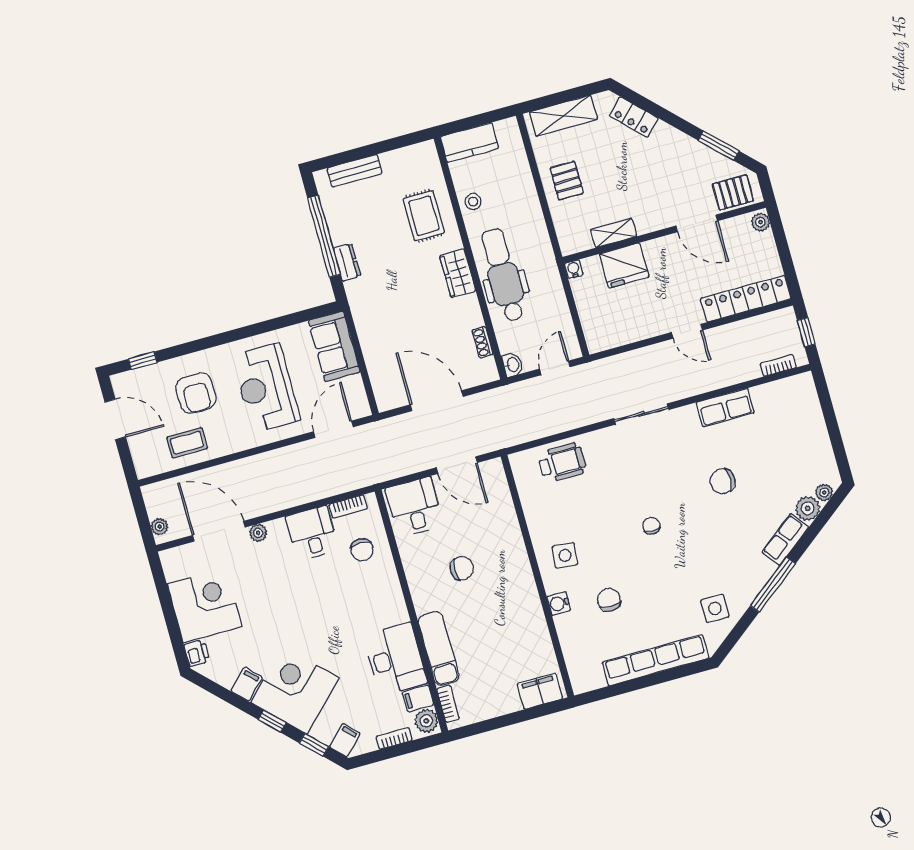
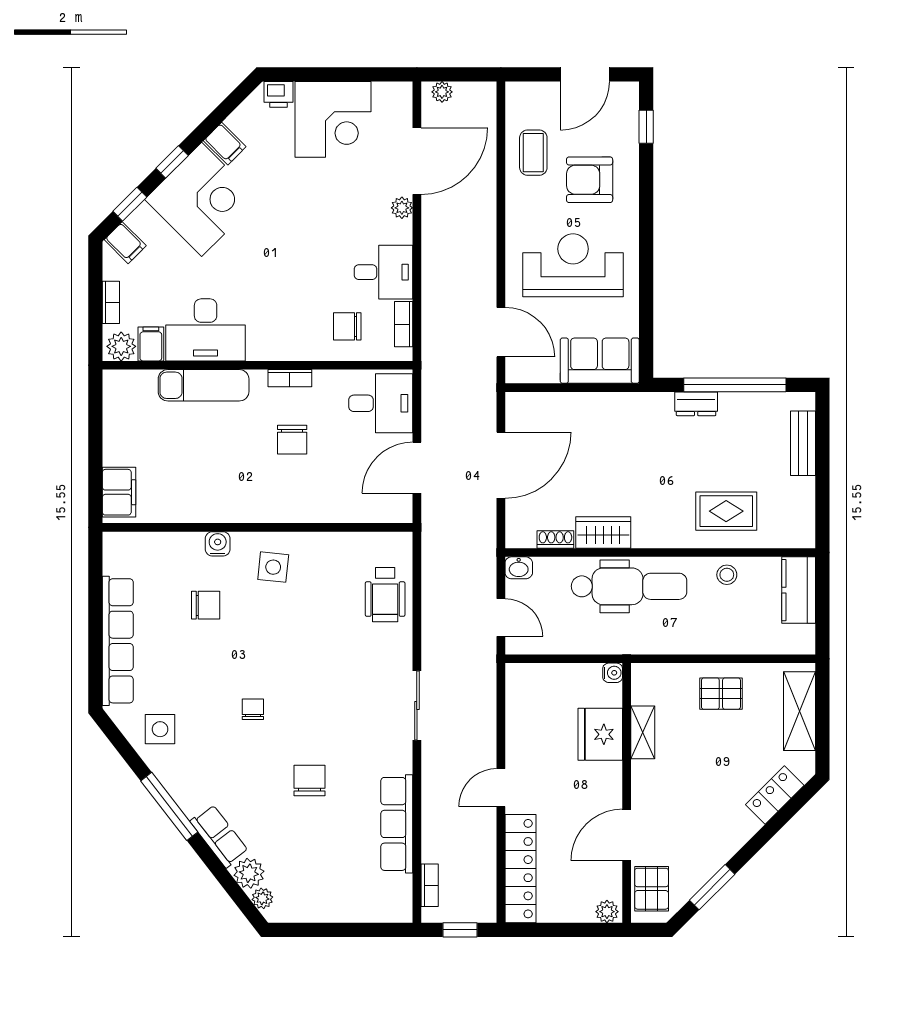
wardrobe: (458, 273) -> (603, 532), moved
row of seats: (725, 408) -> (397, 824), width x1.48
chair: (651, 526) -> (253, 709), moved, turned -90
bookcase: (448, 704) -> (290, 378), moved

